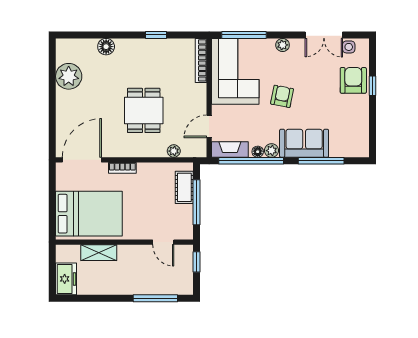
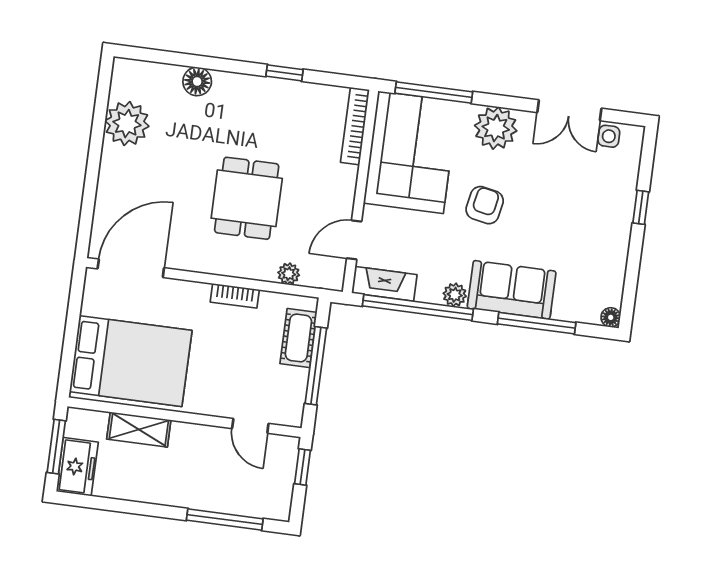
plant: (283, 45) -> (496, 128), width x1.88, depth x1.88
armchair: (353, 80) -> (609, 194), removed
floor lamp: (258, 152) -> (611, 317), moved
bookcase: (122, 168) -> (235, 296), moved
window: (52, 269) -> (56, 447), added

